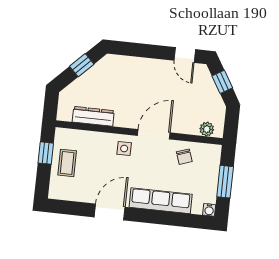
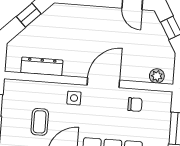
chair: (184, 157) -> (135, 104), turned -71
coffee table: (67, 163) -> (40, 122), moved

